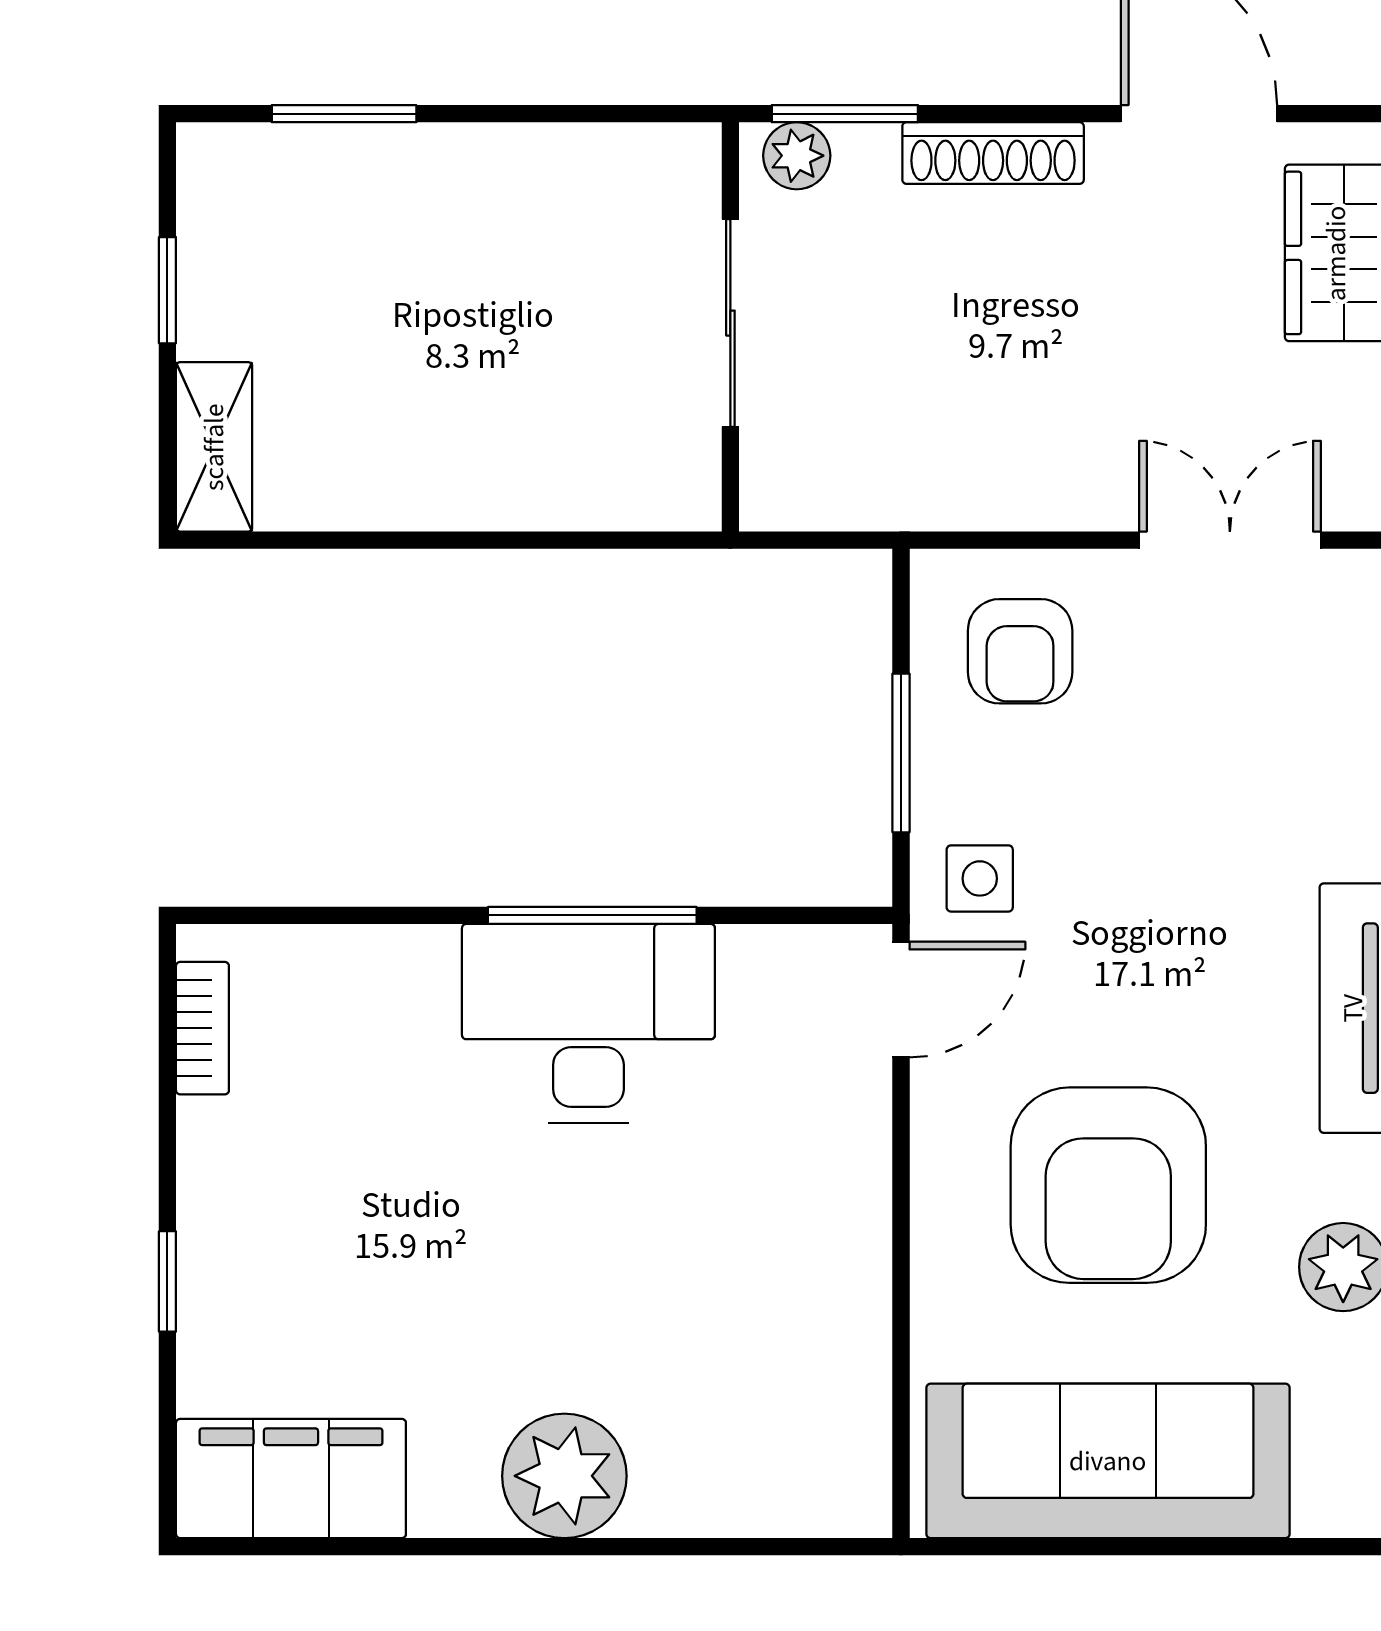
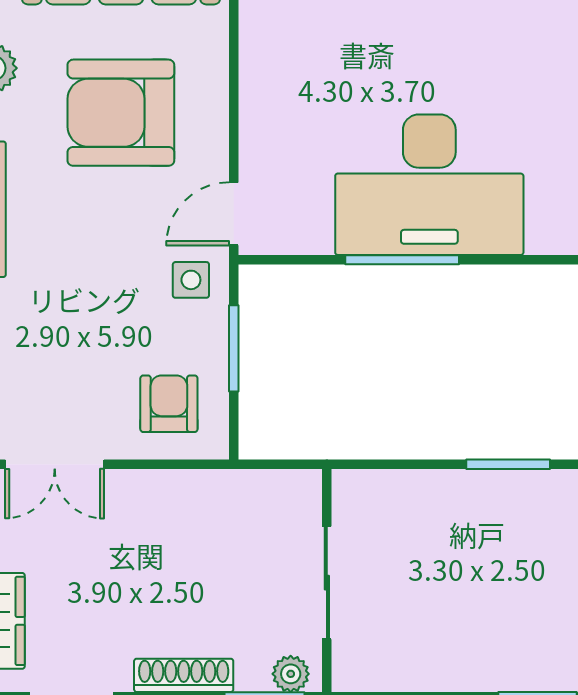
window: (398, 540) -> (508, 464), added
desk: (588, 1023) -> (429, 185), width x1.36, depth x1.30
armchair: (1108, 1185) -> (121, 113), turned -90

